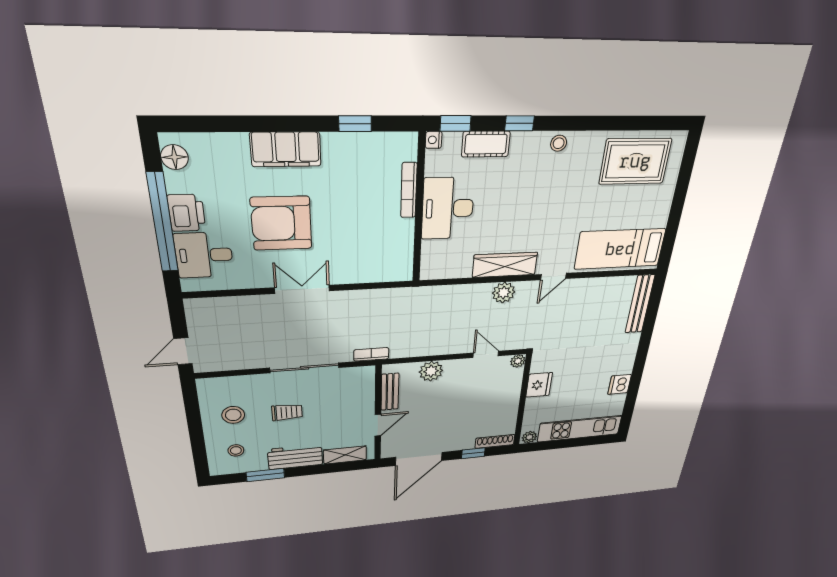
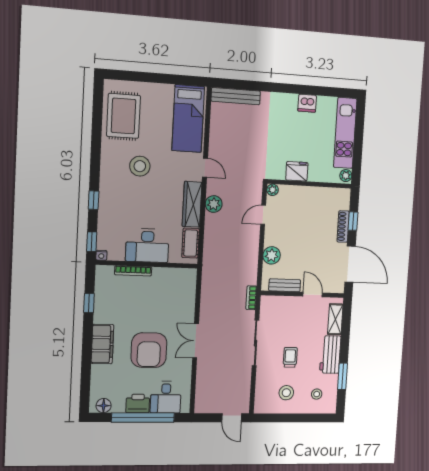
stool: (559, 143) -> (140, 166), moved, width x1.89, depth x1.89
cot: (486, 144) -> (191, 243), moved
shoe rack: (495, 441) -> (343, 226), moved

